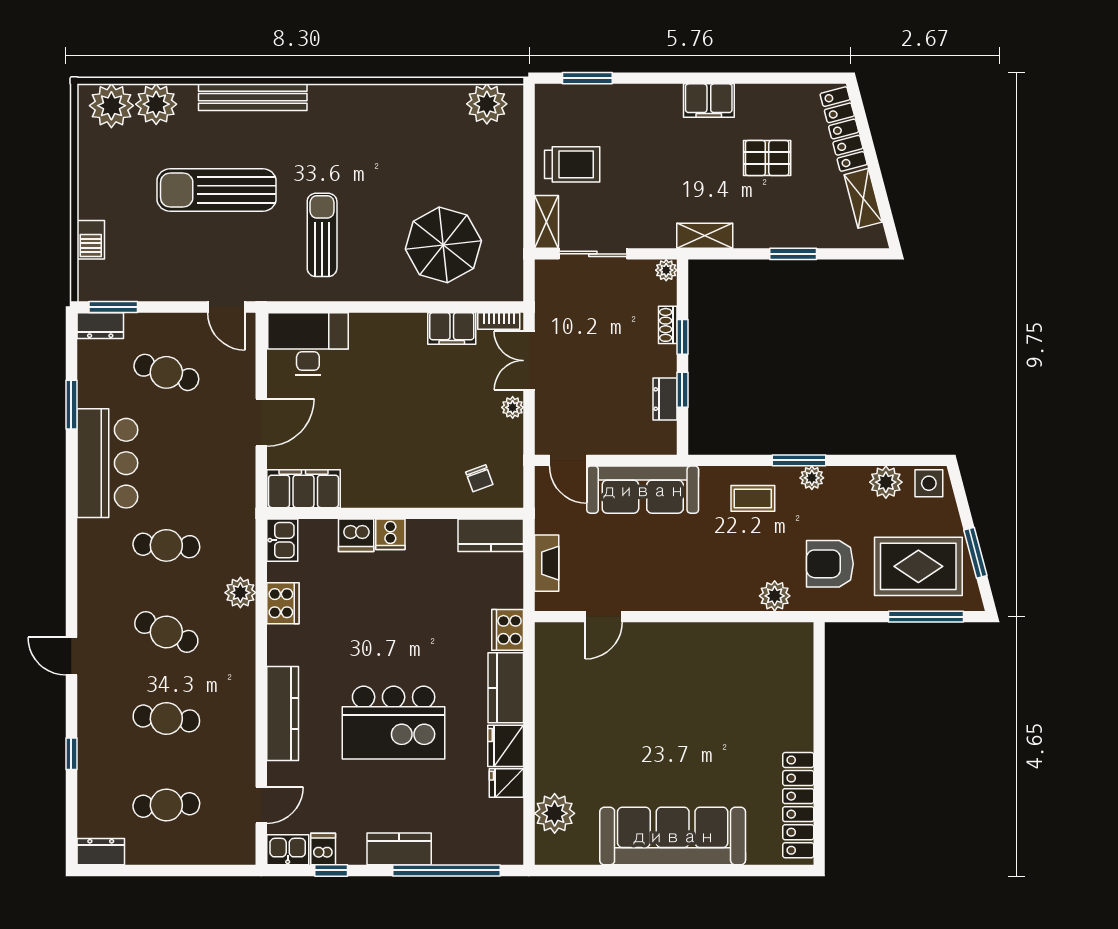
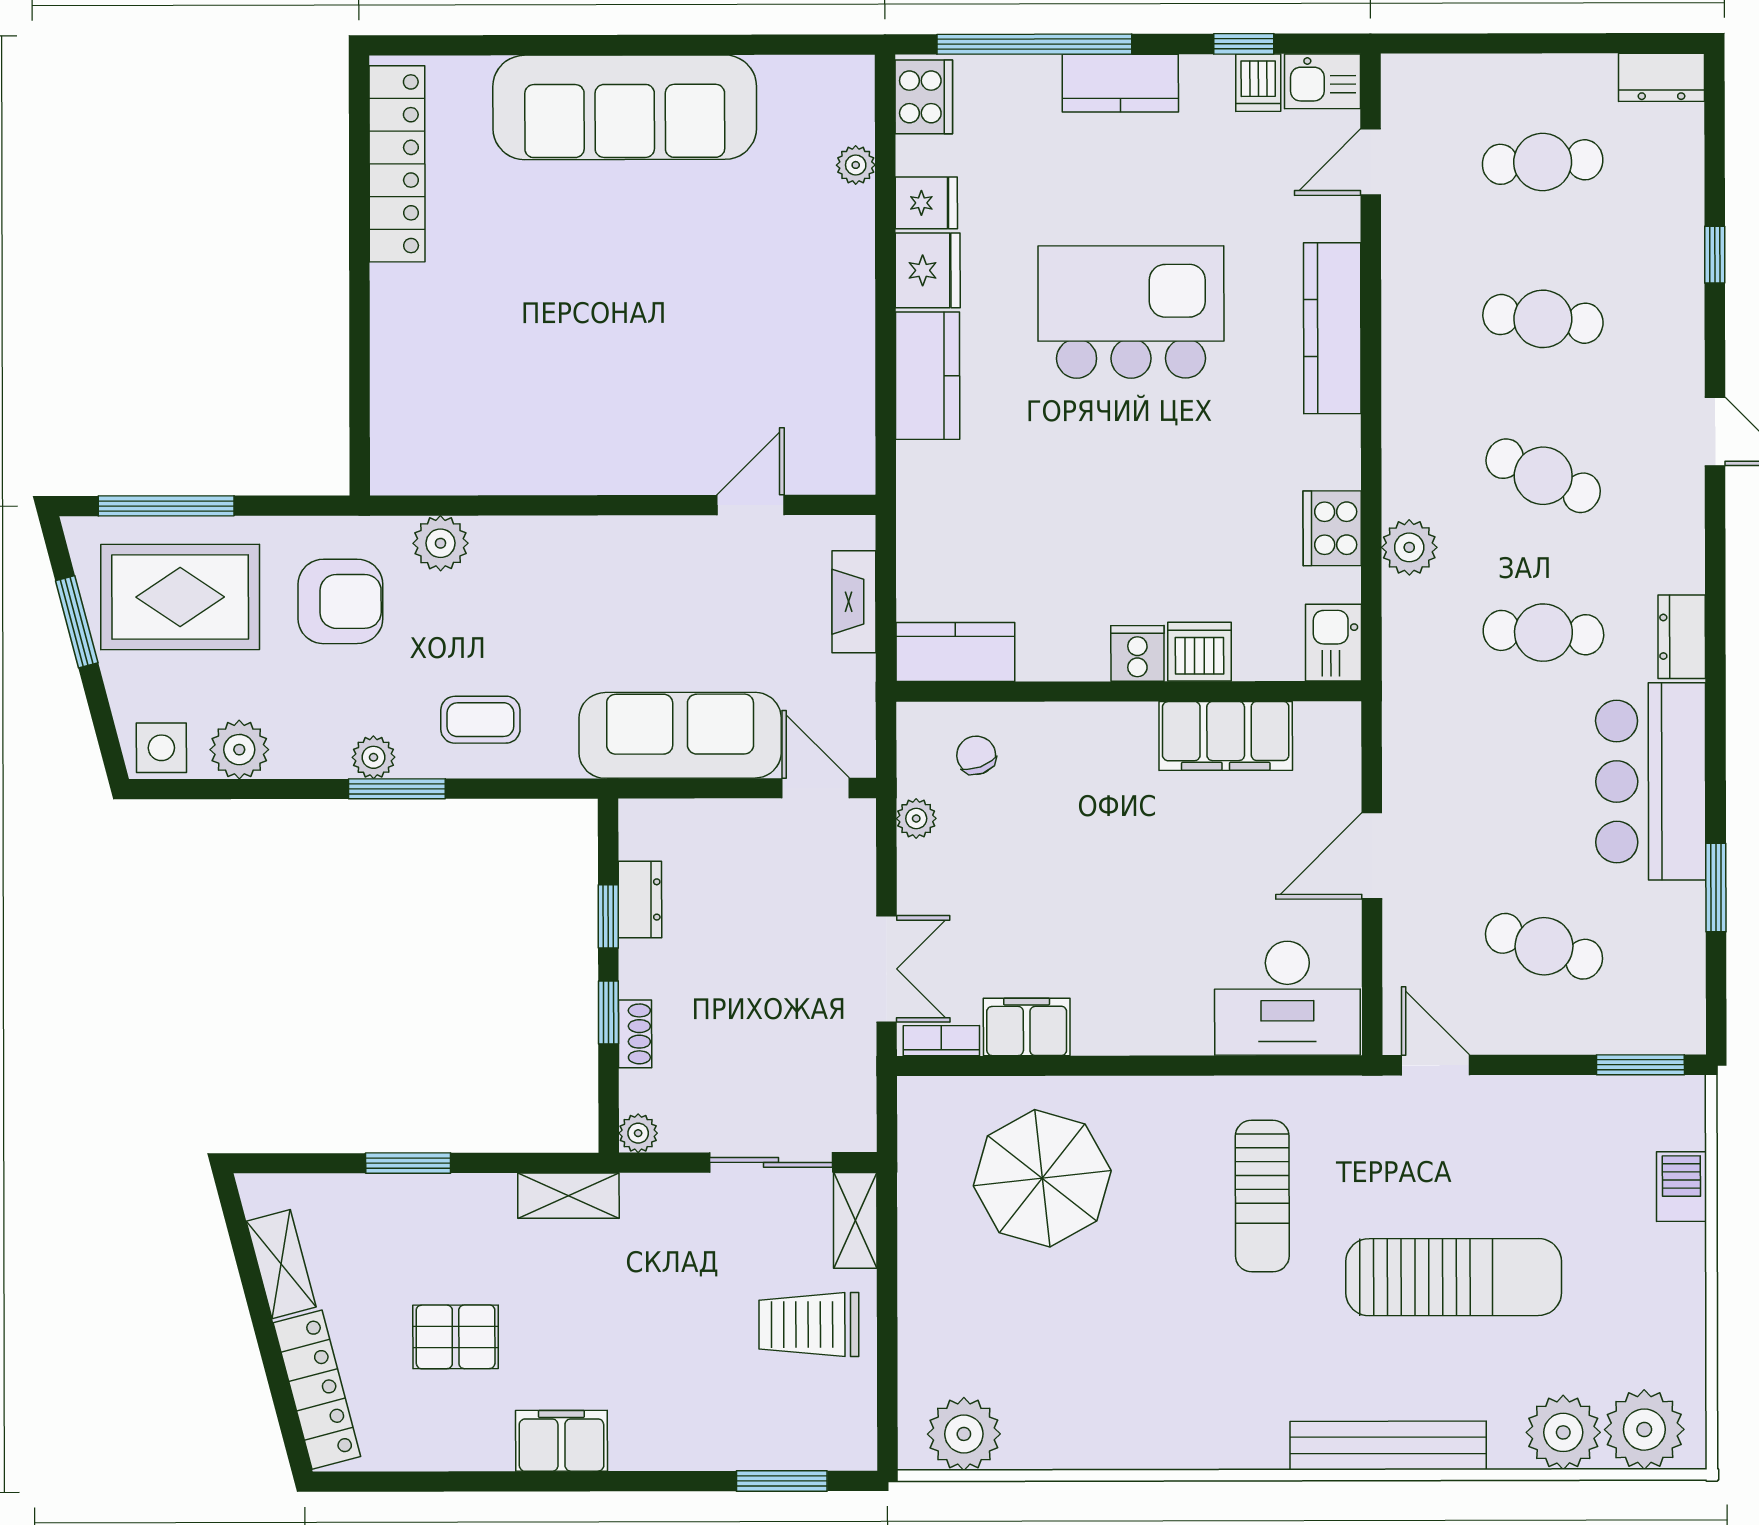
dresser: (100, 326) -> (1682, 637), moved, turned -90
plant: (513, 407) -> (916, 819), moved
filing cabinet: (304, 489) -> (1226, 736), moved
cooker: (508, 630) -> (924, 97), moved
plant: (555, 813) -> (856, 165), width x0.53, depth x0.53

